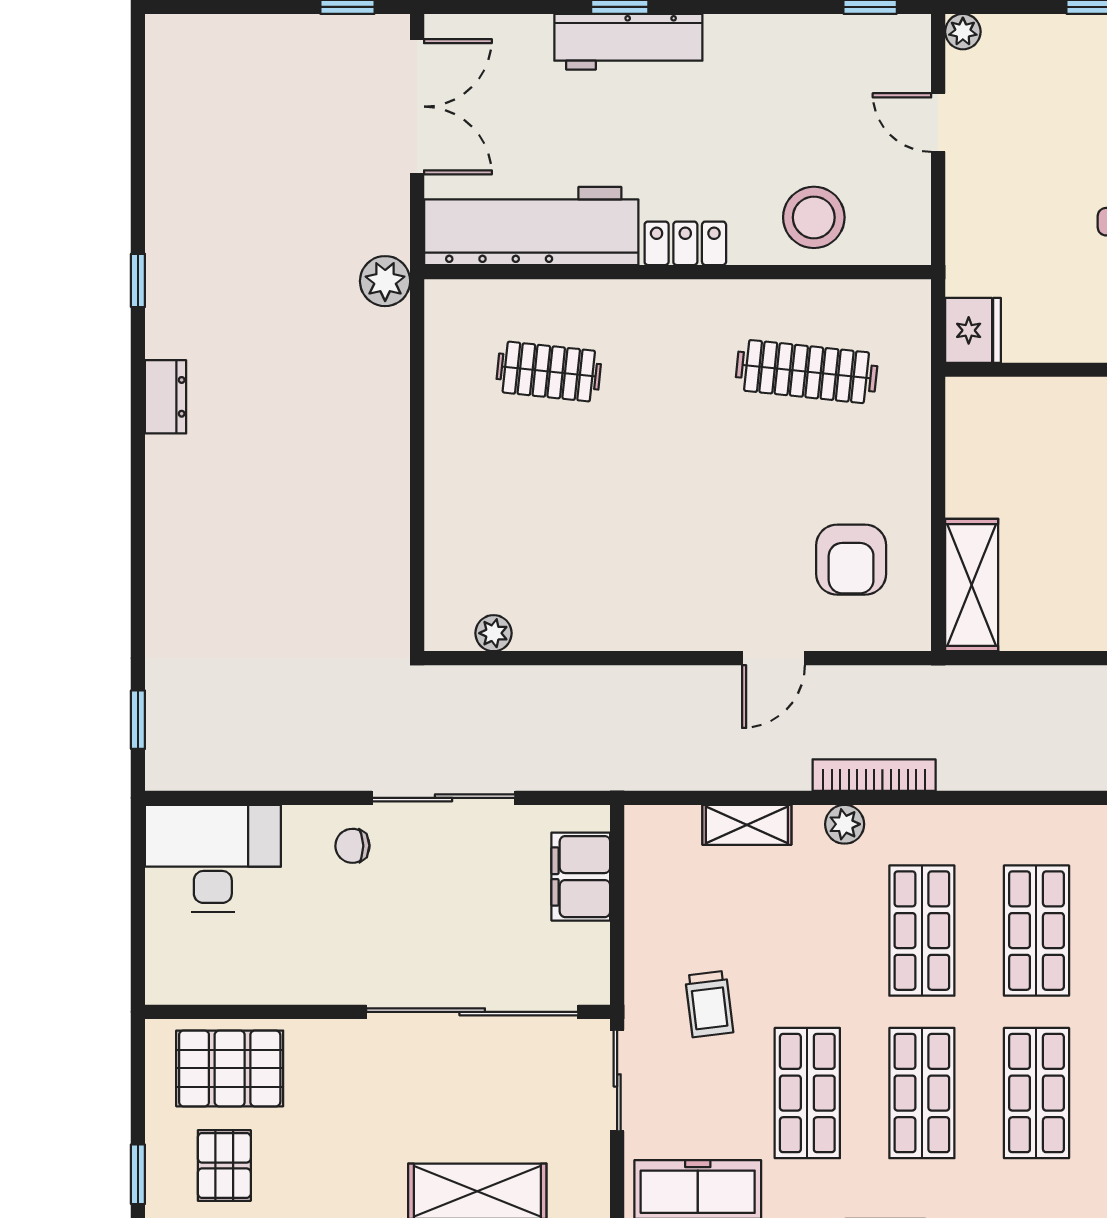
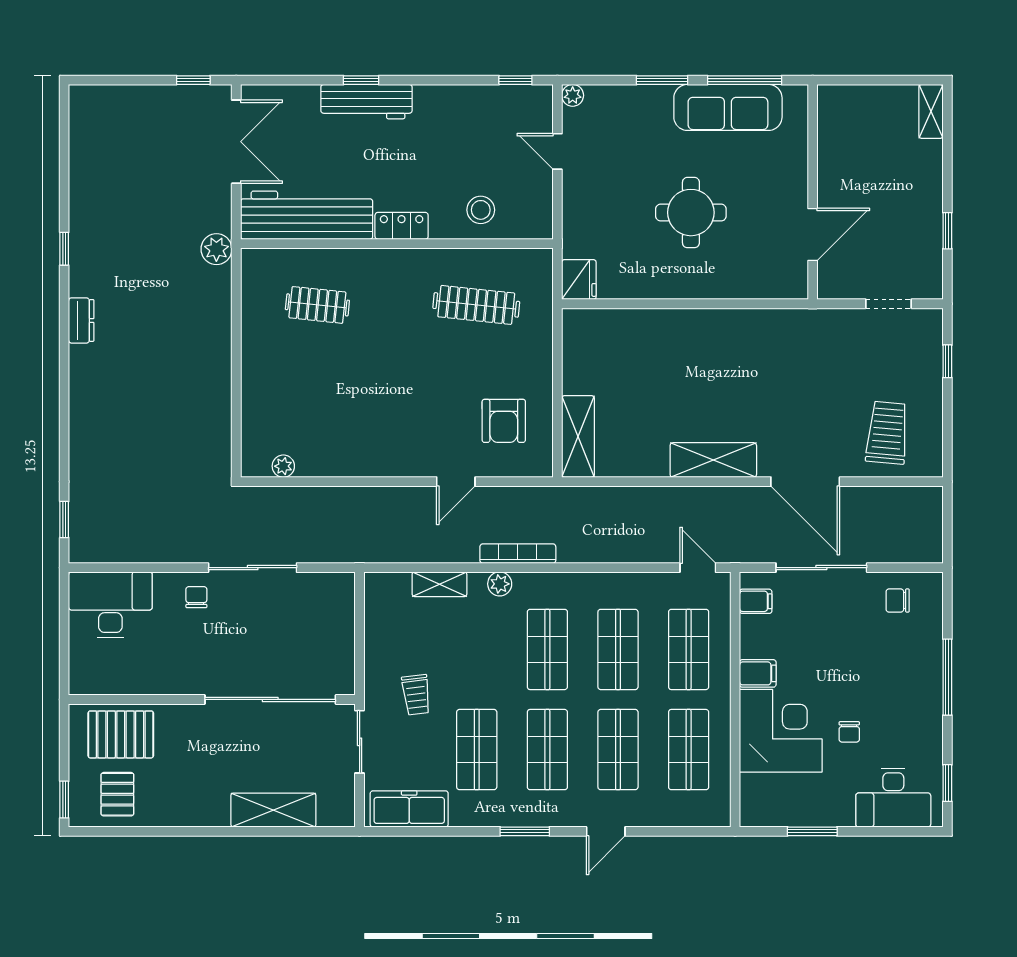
stool: (814, 217) -> (481, 210), width x0.73, depth x0.73
chair: (352, 846) -> (196, 597), turned 91
filing cabinet: (581, 877) -> (337, 616), removed

